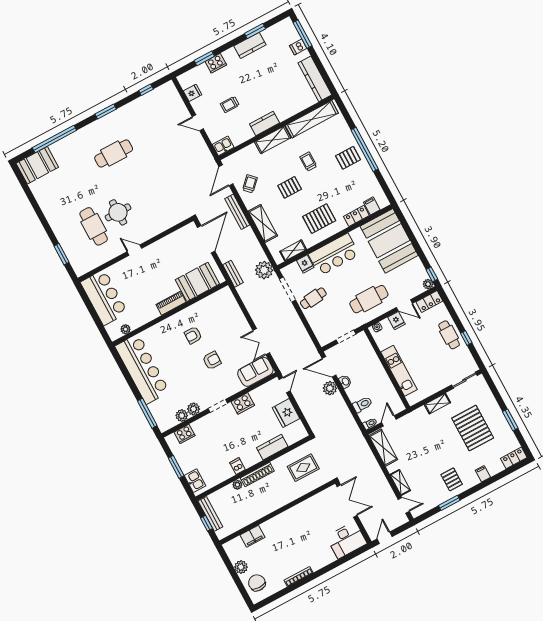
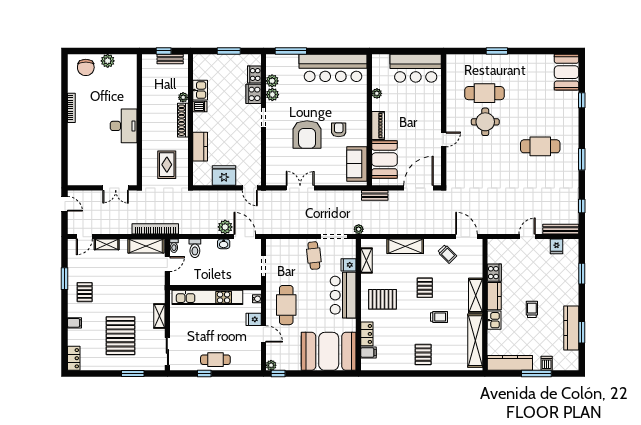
window: (303, 34) -> (536, 373), moved
kitchen counter: (250, 45) -> (571, 328), width x1.50
cooker: (216, 63) -> (494, 273), moved, turned 180
trolley: (230, 104) -> (532, 309), moved
window: (54, 139) -> (582, 100), width x0.32
kitchen sink: (223, 146) -> (494, 320), moved
window: (365, 149) -> (423, 373), removed
cafe table: (114, 153) -> (540, 146), turned 90
bench: (237, 212) -> (561, 229), moved
pallet: (319, 219) -> (383, 299), turned 90
door: (206, 239) -> (419, 188), swing flipped
door: (134, 250) -> (444, 139), moved
window: (62, 254) -> (497, 51), moved
plant: (264, 270) -> (359, 229), width x0.53, depth x0.53
locker: (429, 302) -> (255, 358), removed
door: (404, 305) -> (263, 334), swing flipped
plant: (126, 329) -> (377, 93), moved
armchair: (212, 360) -> (307, 134), width x1.88, depth x1.88
door: (329, 367) -> (245, 237), hinge flipped
kitchen unit: (399, 371) -> (207, 297), width x1.36
sofa: (255, 372) -> (357, 164), moved, turned 180
cooker: (243, 403) -> (254, 94), moved
window: (510, 420) -> (133, 373), moved
door: (389, 421) -> (167, 264), hinge flipped
pallet: (473, 428) -> (120, 336), turned 90
bookcase: (364, 448) -> (155, 229), added
pallet: (452, 479) -> (85, 292), turned 90
kitchen sink: (195, 481) -> (200, 90), moved, turned -90
double door: (347, 501) -> (116, 188), width x0.73
bench: (210, 514) -> (170, 59), width x0.73
filing cabinet: (252, 536) -> (130, 86), removed
desk: (346, 540) -> (124, 126), moved, turned 180
chair: (257, 583) -> (86, 67), turned 90

